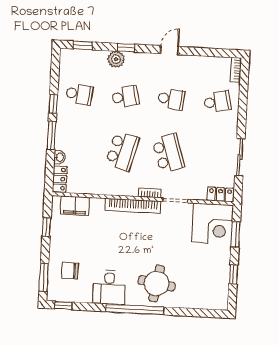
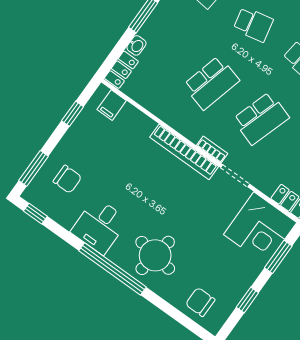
school desk: (168, 153) -> (261, 118), turned 36
filing cabinet: (75, 206) -> (112, 105), width x0.50
chair: (70, 271) -> (67, 179), turned 180
chair: (204, 295) -> (200, 302), added

